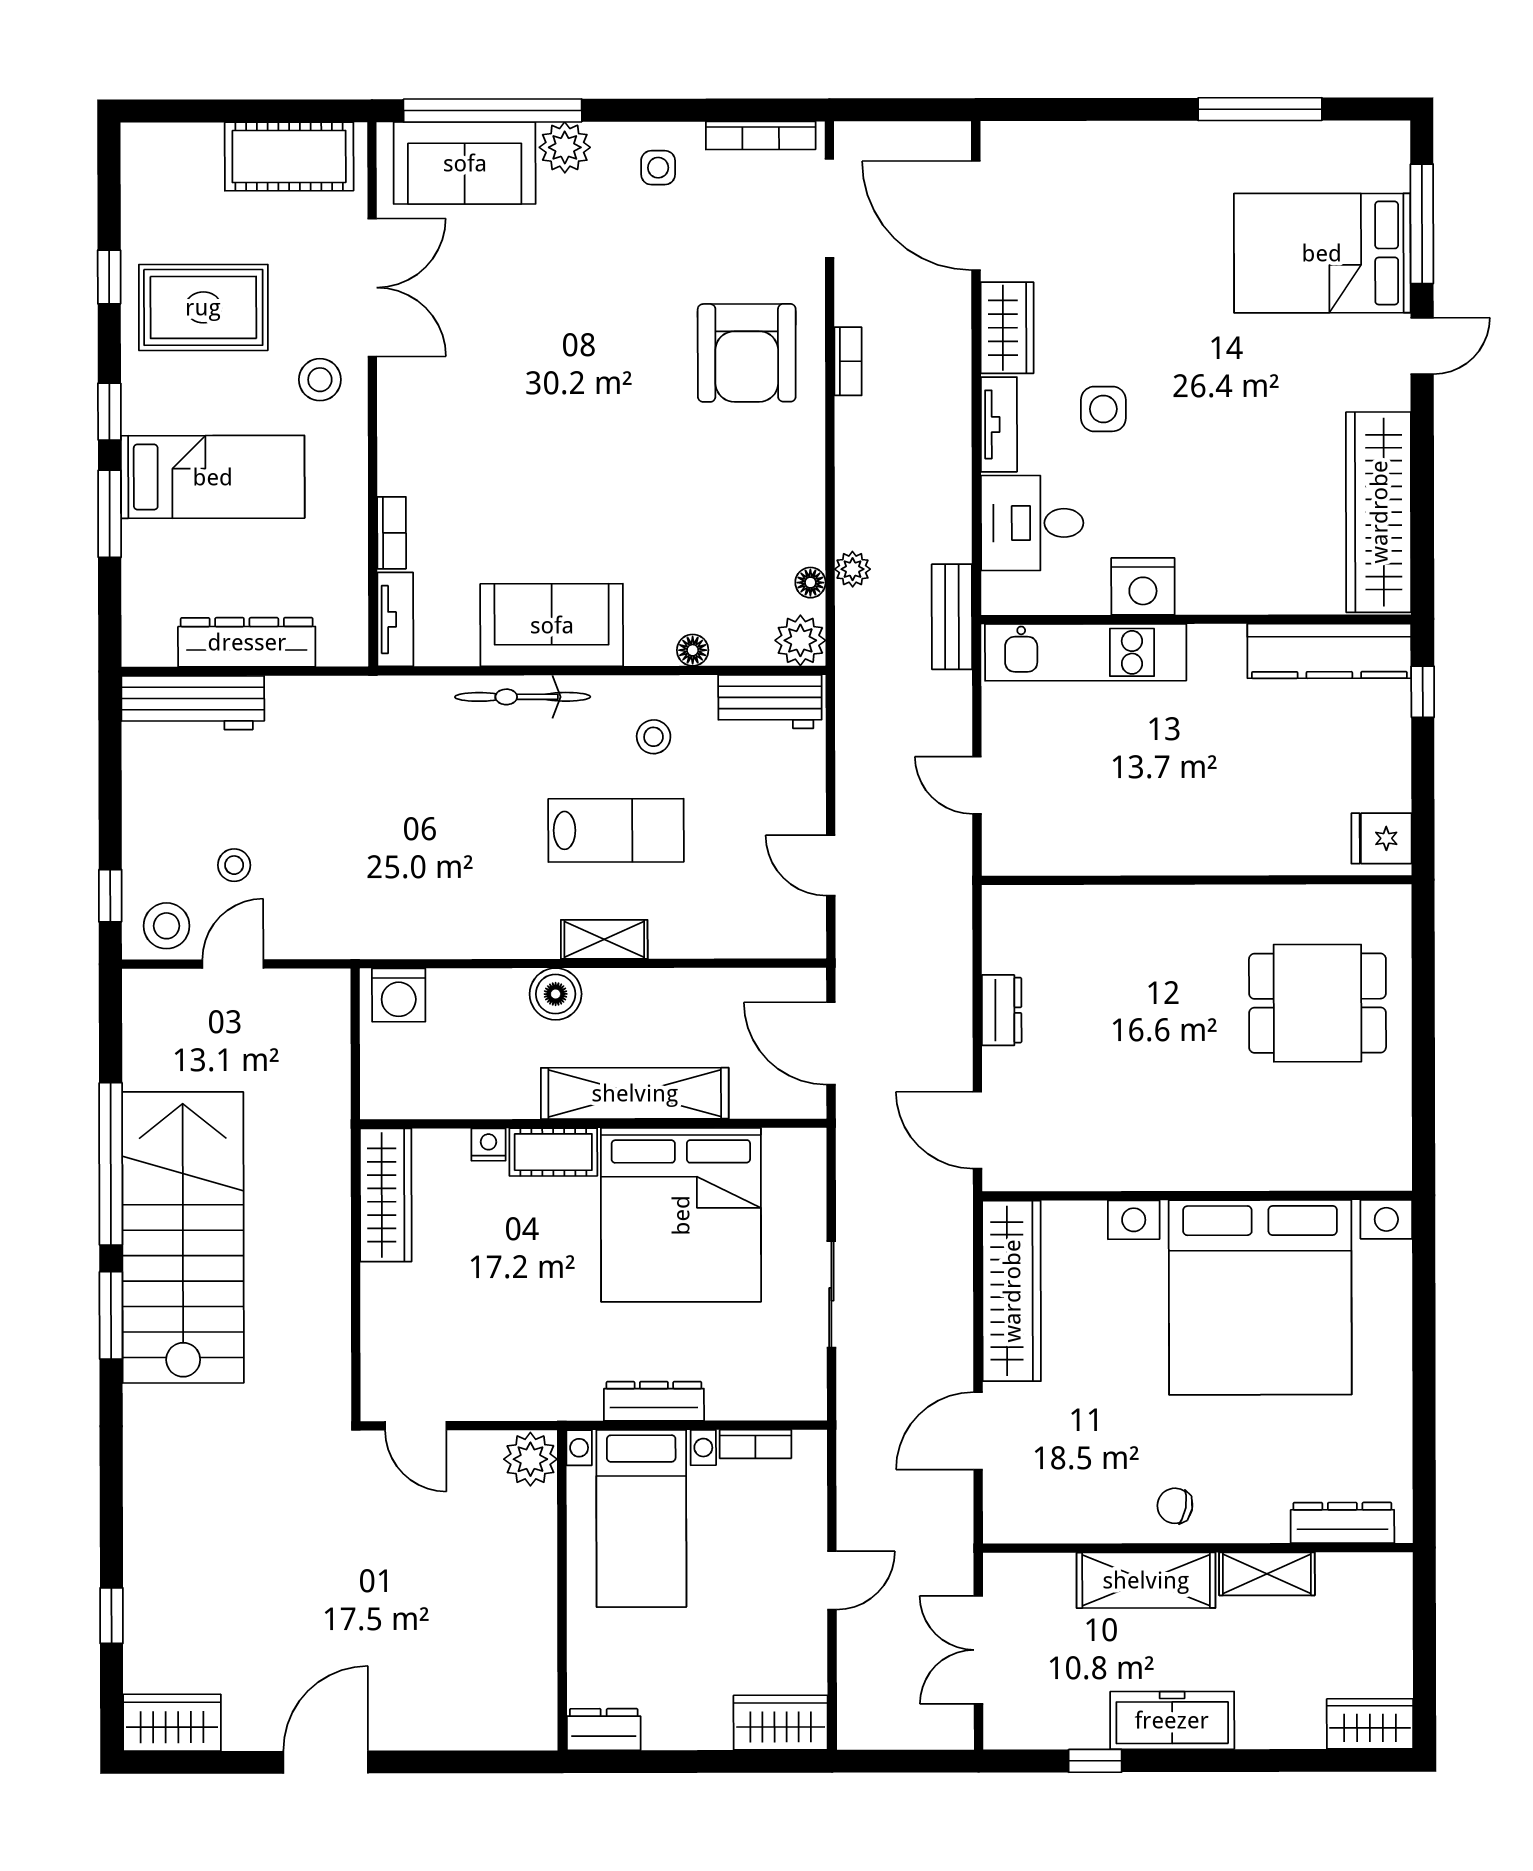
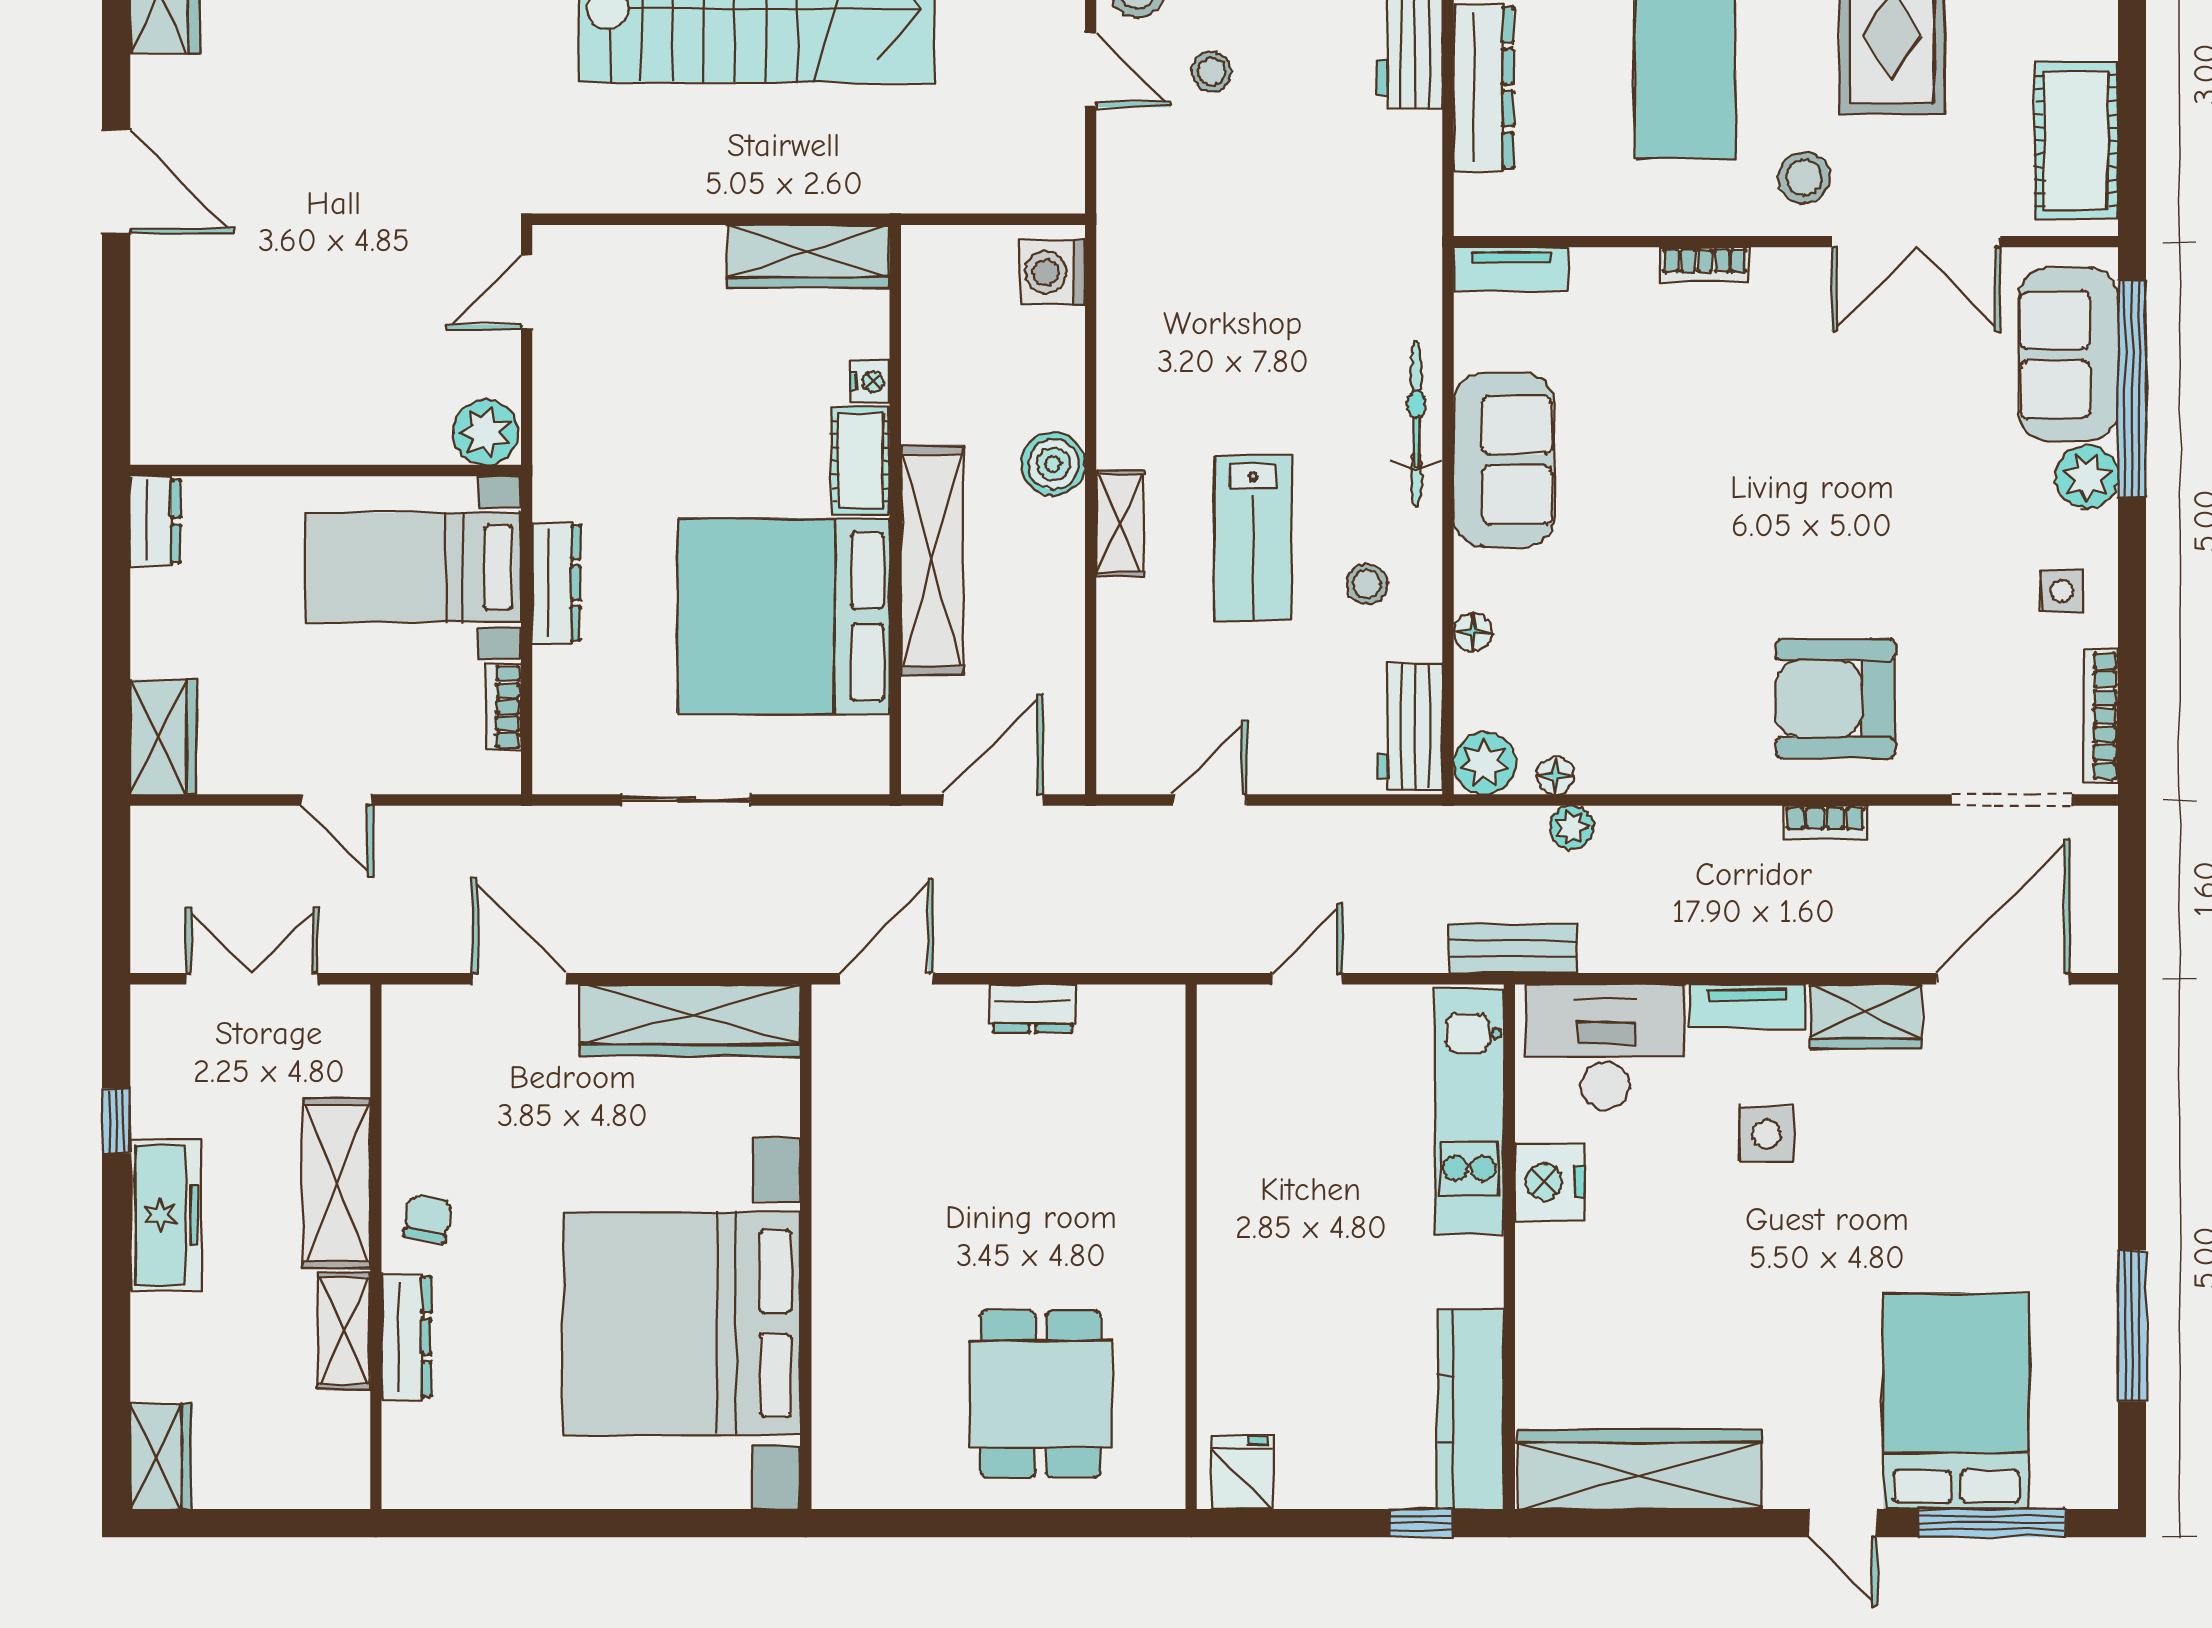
desk: (1032, 523) -> (1606, 1047), width x1.37
bookcase: (392, 533) -> (1705, 265), moved
dresser: (1342, 1523) -> (406, 1337), moved

